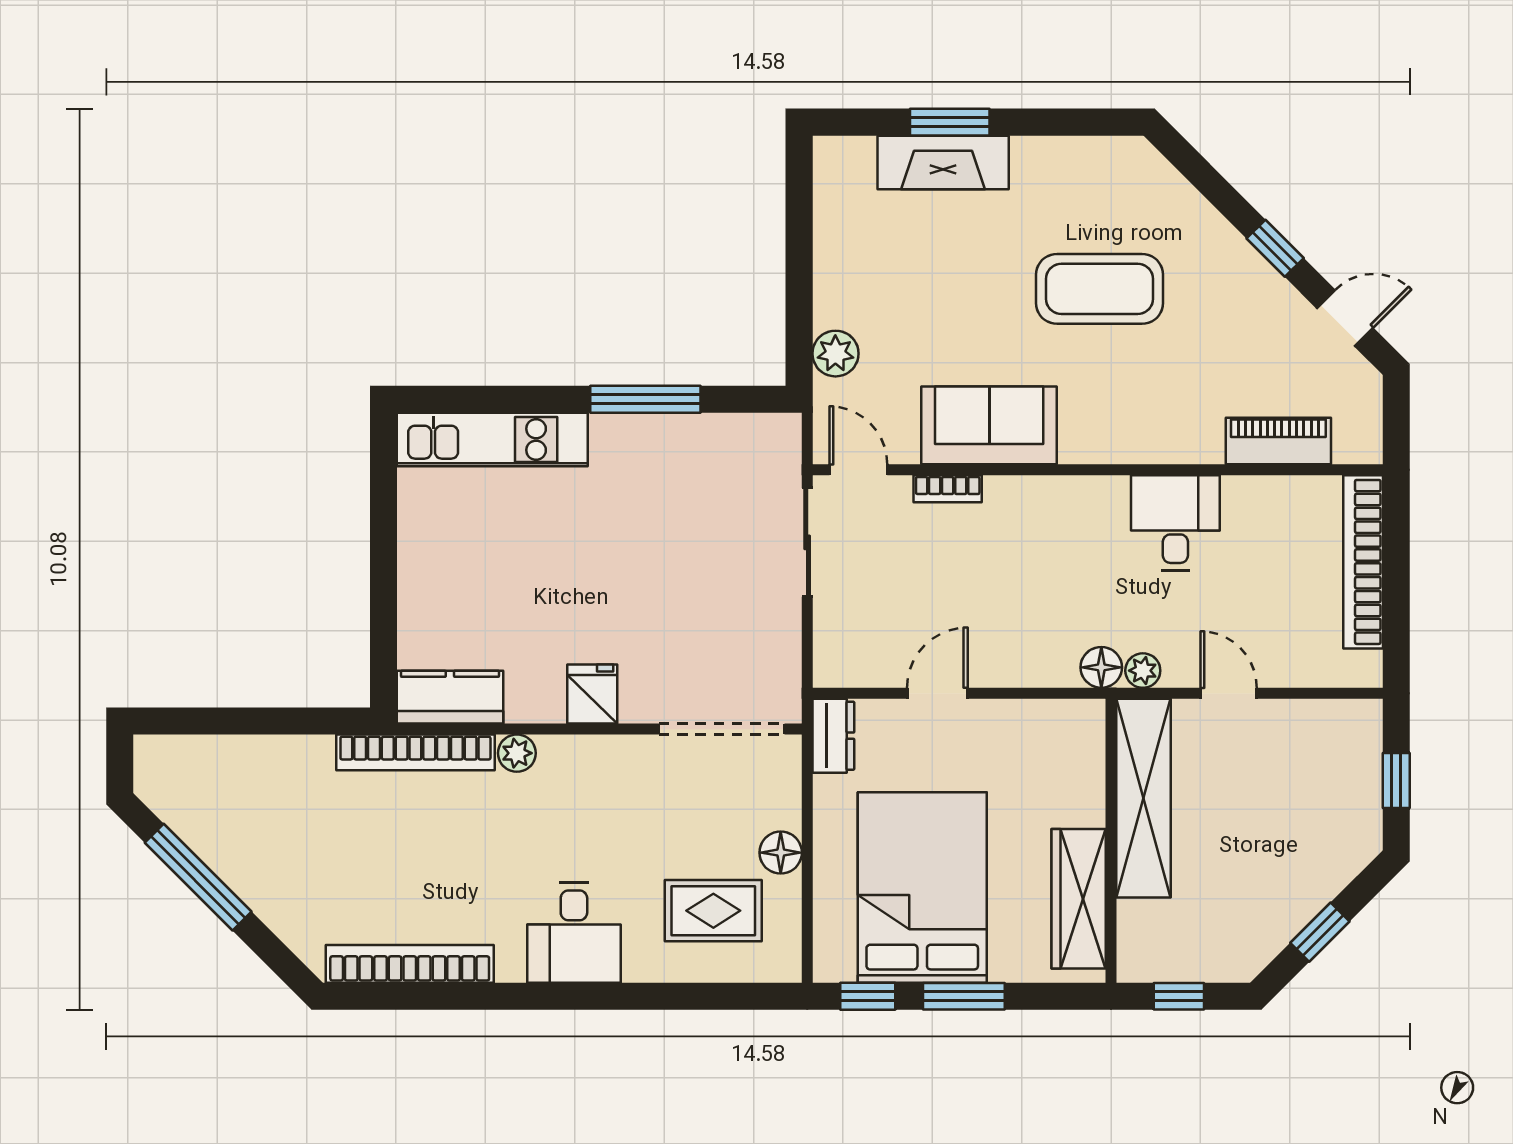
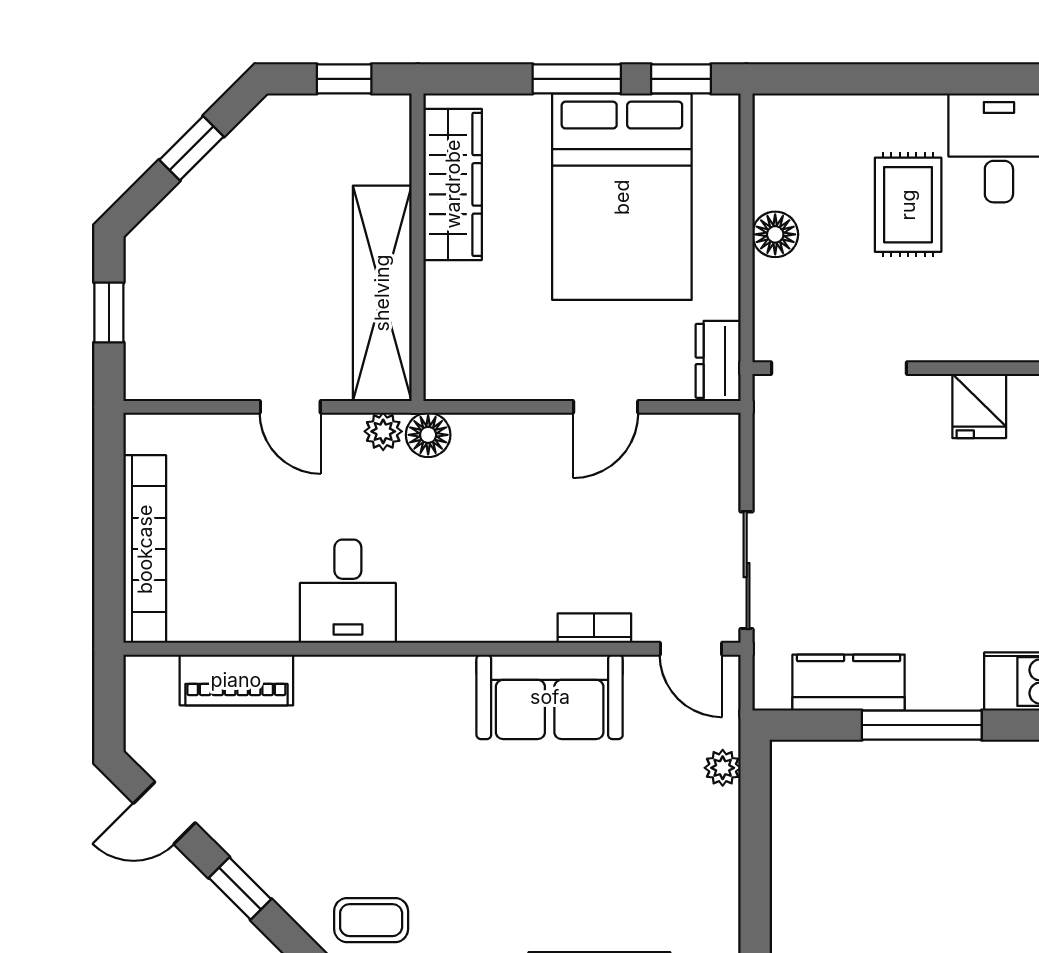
coffee table: (1100, 289) -> (371, 920), moved, width x0.54, depth x0.58
plant: (835, 354) -> (723, 768), width x0.73, depth x0.73
kitchen counter: (713, 439) -> (849, 683), added
rug: (713, 911) -> (908, 205), moved, turned 90

